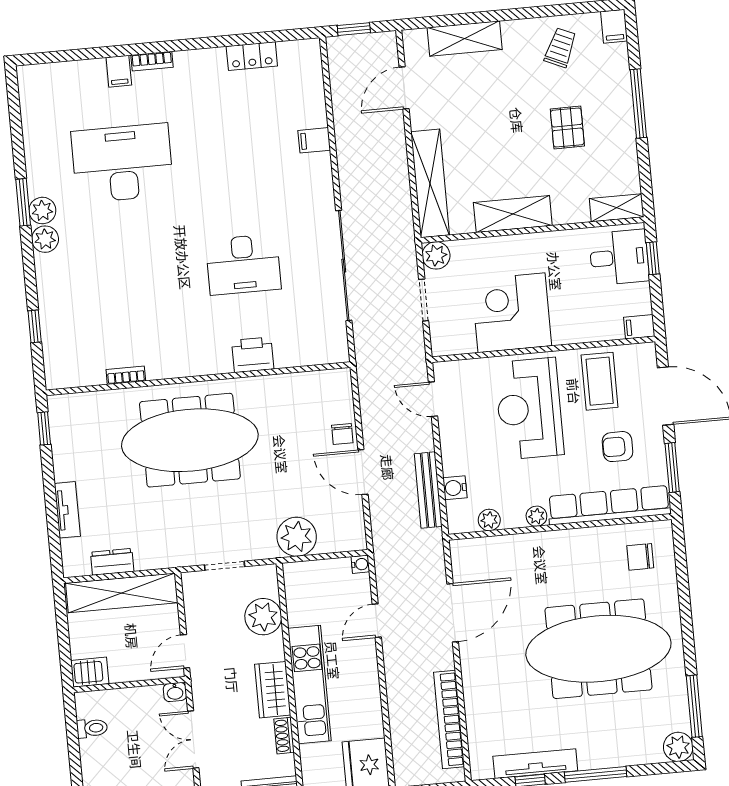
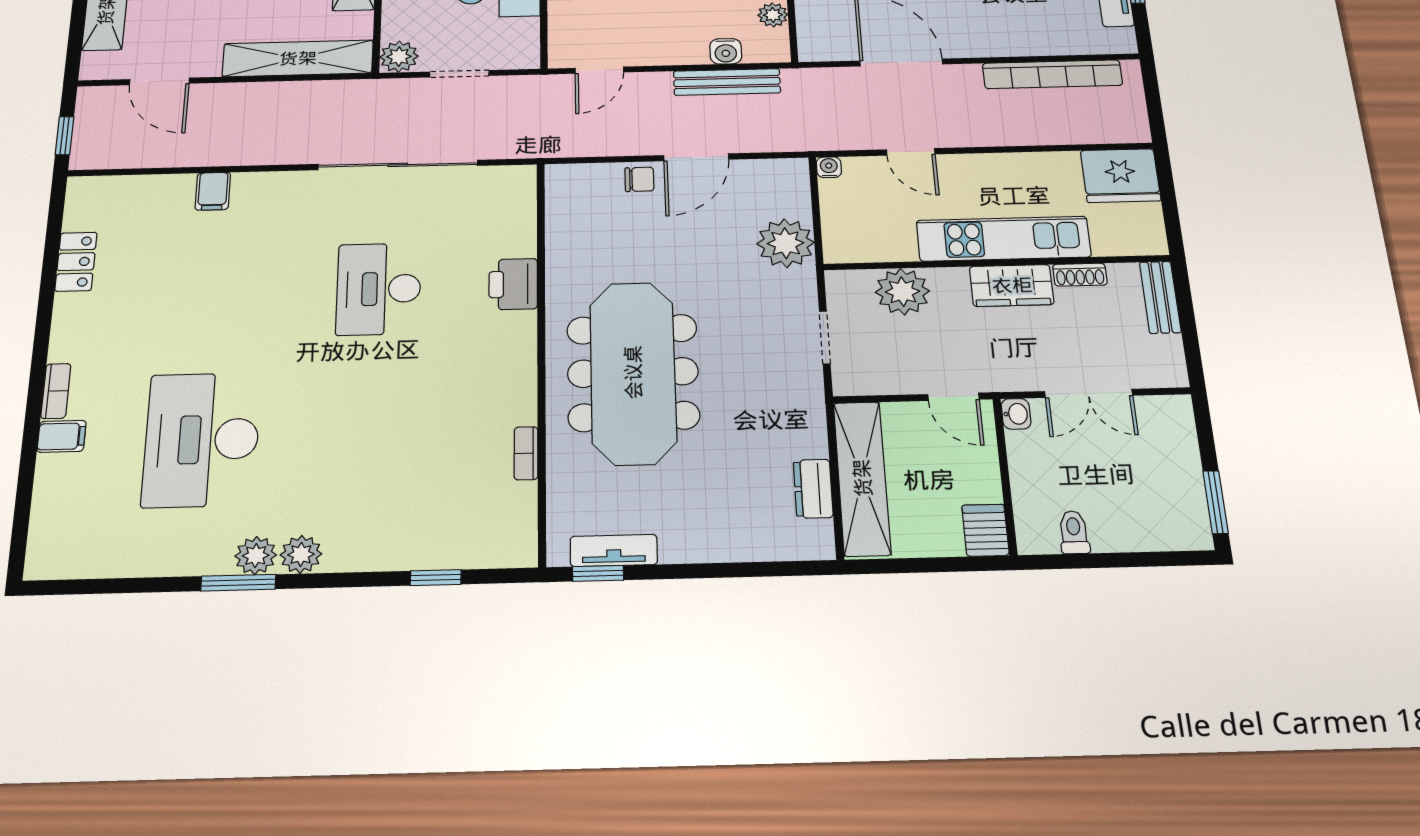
desk: (243, 265) -> (379, 289), turned 180
tv unit: (67, 510) -> (614, 550), moved

